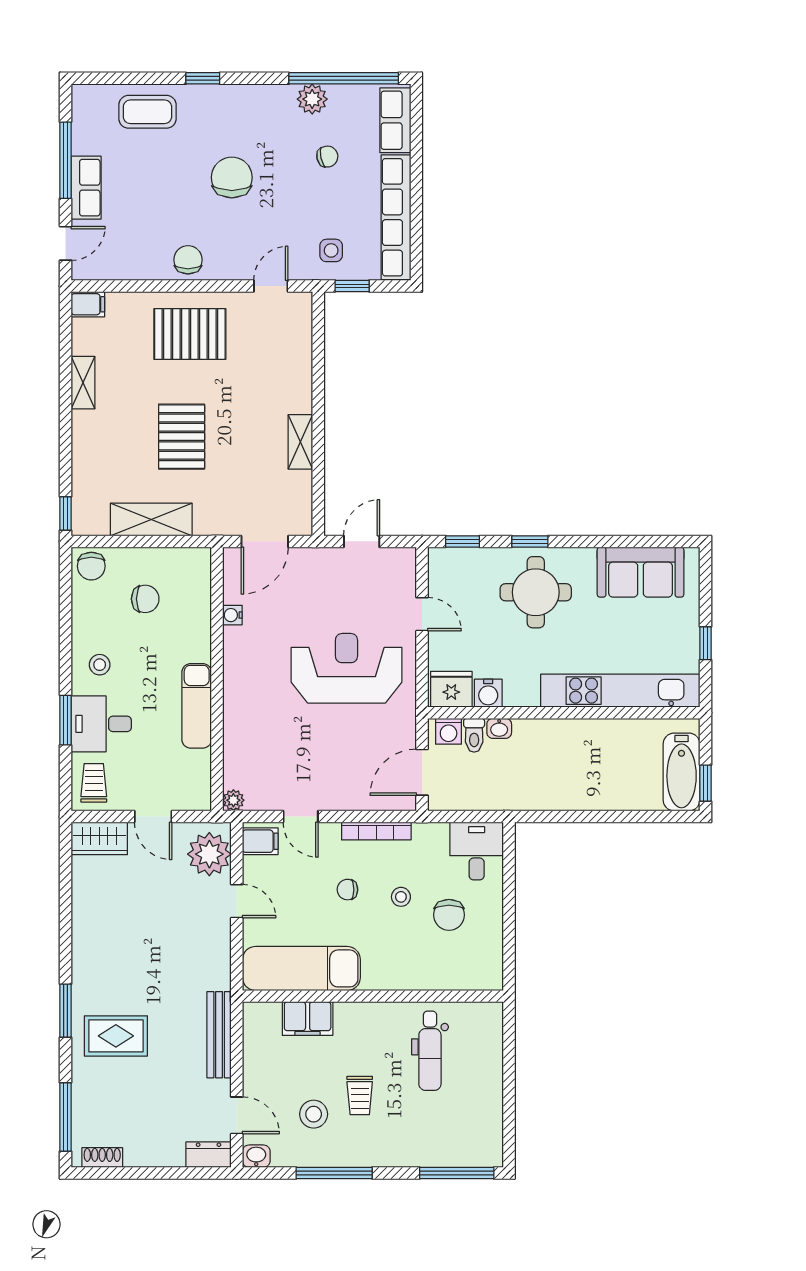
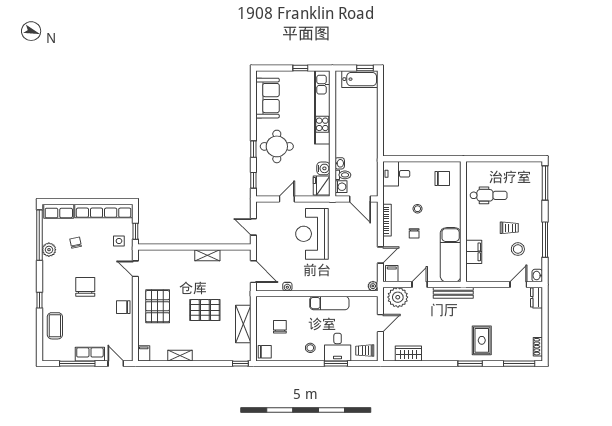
chair: (232, 177) -> (85, 287), turned 90
wardrobe: (99, 838) -> (408, 353), moved, turned -90
chair: (449, 915) -> (442, 179), moved
bench: (219, 1035) -> (453, 293), moved

